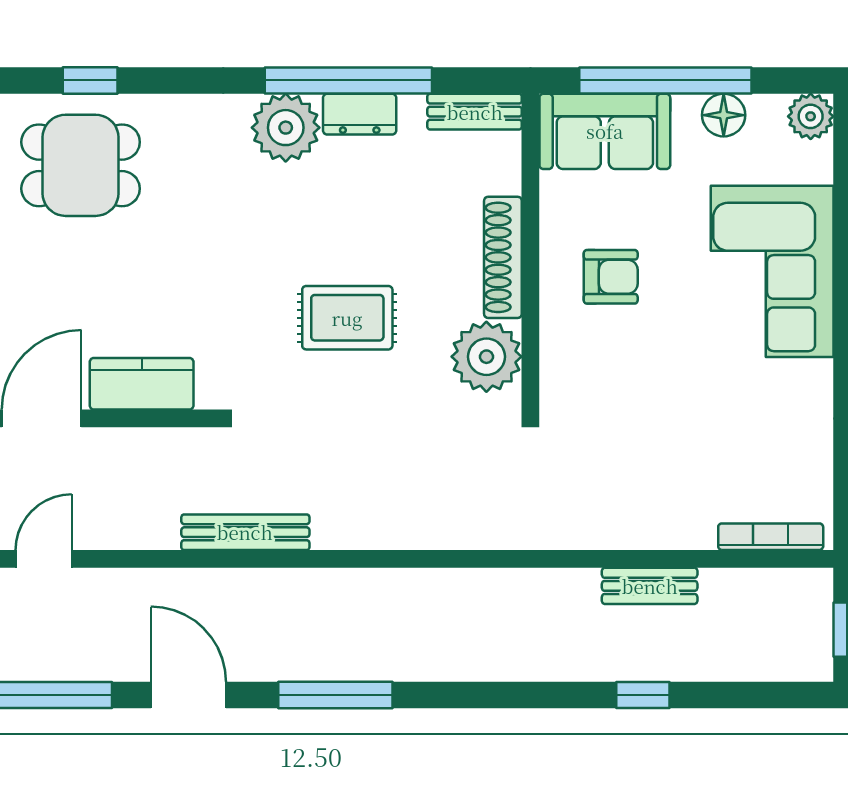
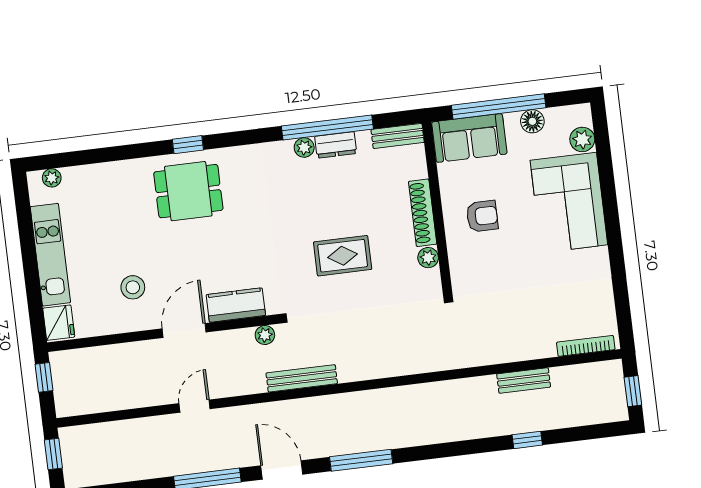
plant: (811, 116) -> (582, 139), moved
plant: (286, 128) -> (304, 147), width x0.53, depth x0.53
plant: (486, 357) -> (428, 258), width x0.53, depth x0.53
plant: (188, 445) -> (265, 335), added

